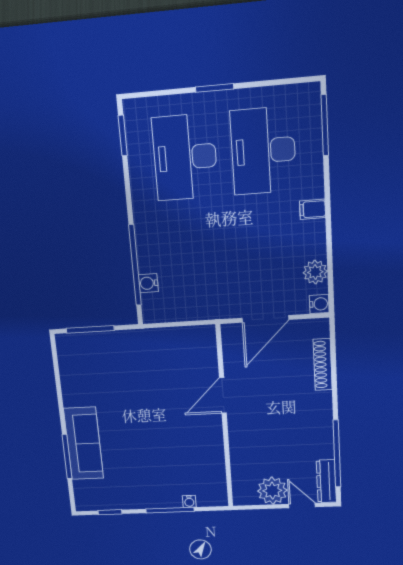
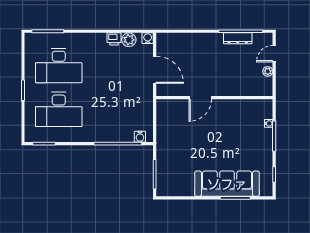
filing cabinet: (313, 209) -> (93, 40), removed
printer: (316, 246) -> (114, 39), added
water cooler: (148, 283) -> (140, 137), moved
shoe rack: (323, 364) -> (184, 38), removed
door: (223, 395) -> (200, 98), hinge flipped
sofa: (84, 443) -> (227, 184), width x1.36, depth x1.27
dresser: (326, 481) -> (238, 38), moved
plant: (272, 491) -> (268, 71), width x0.53, depth x0.53

